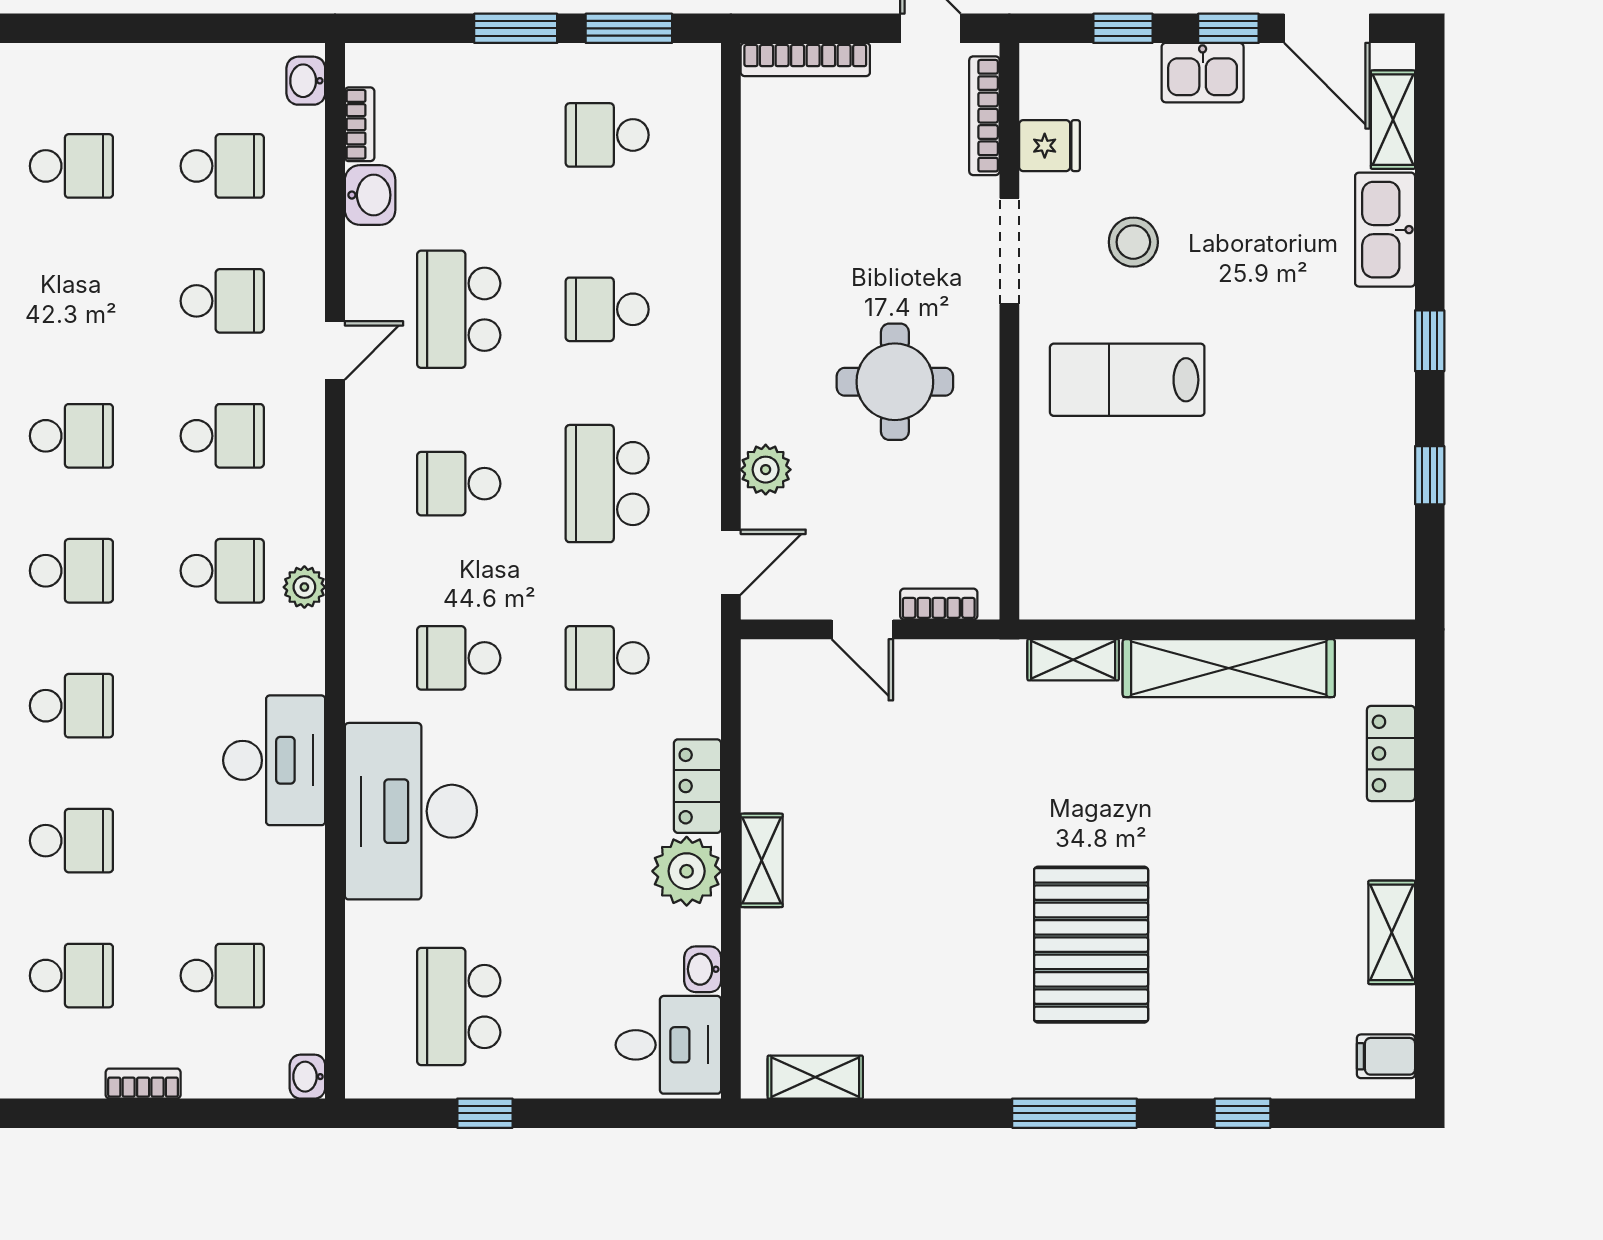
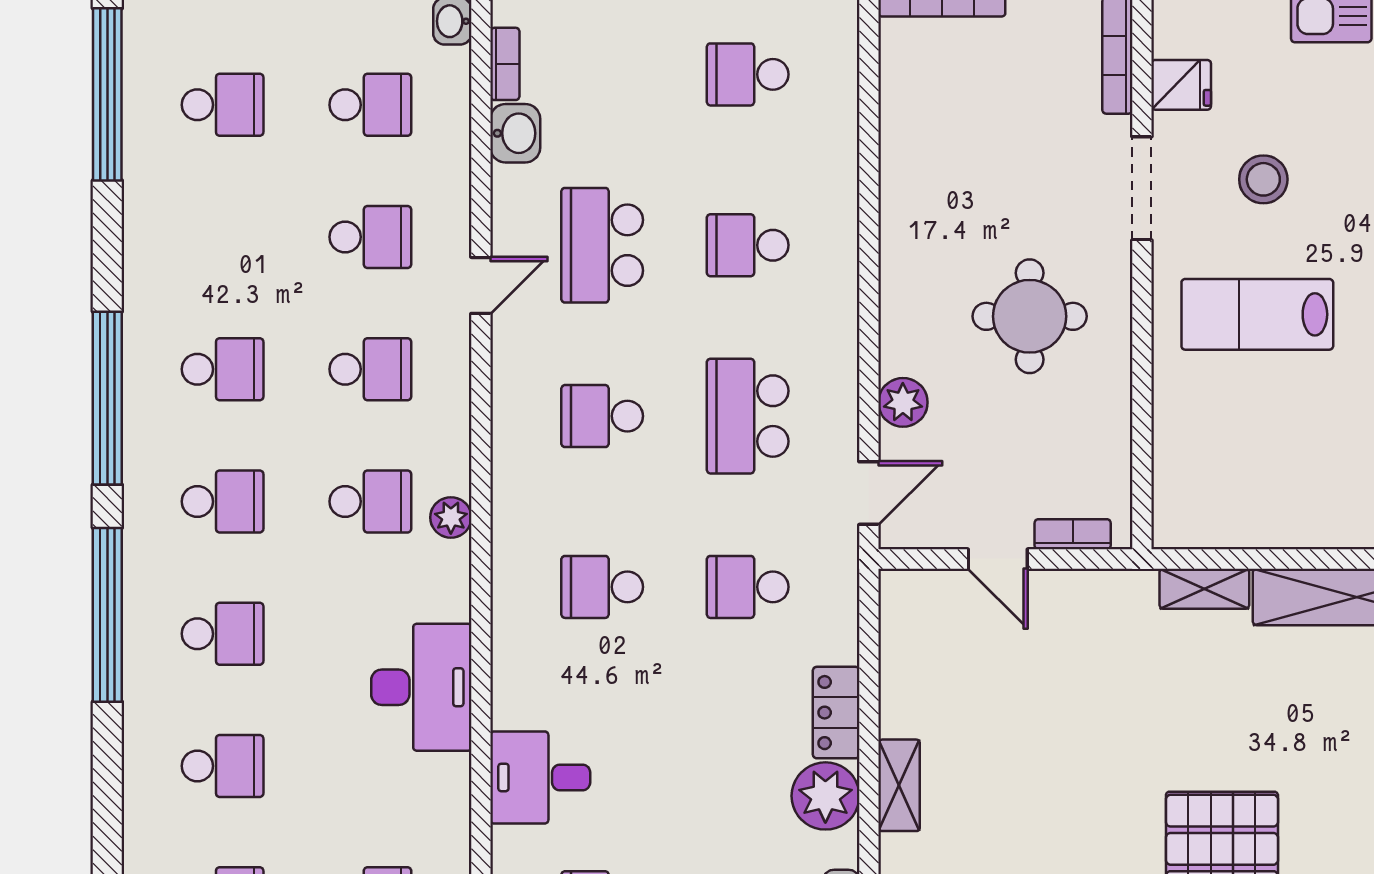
desk: (411, 811) -> (540, 777), width x0.53, depth x0.77

